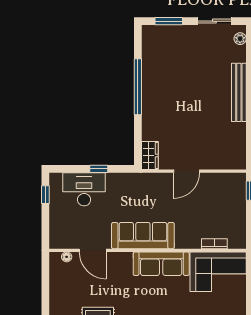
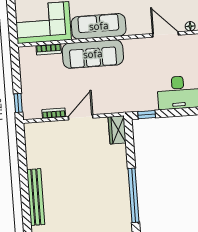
window: (99, 169) -> (147, 115), moved
bookcase: (214, 177) -> (54, 113), added
sofa: (143, 236) -> (93, 54), moved

